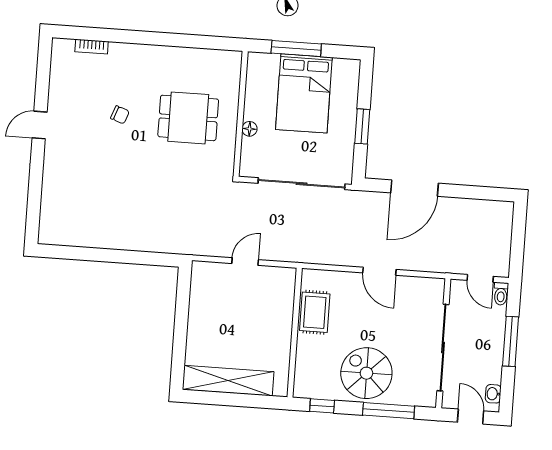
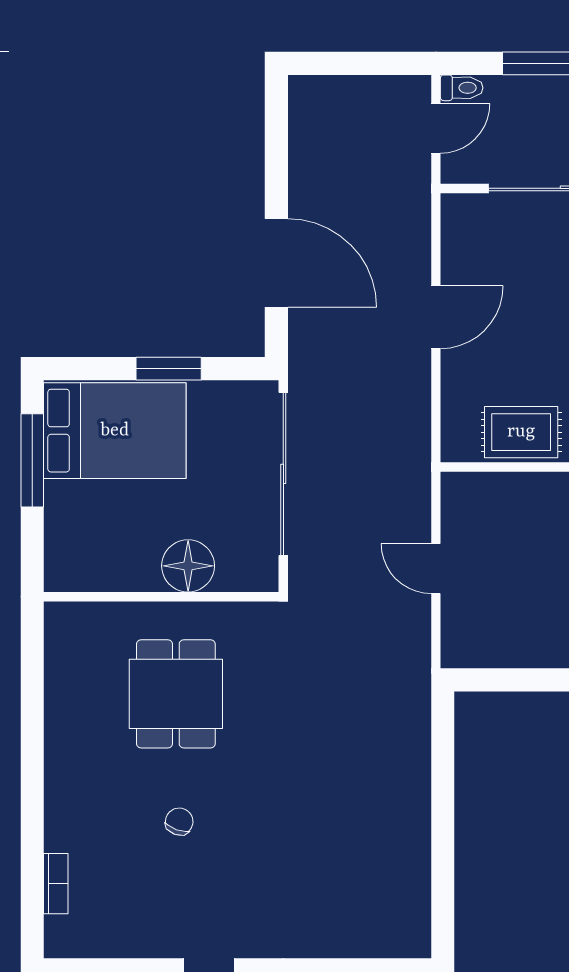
window: (296, 49) -> (32, 460), moved
bed: (304, 93) -> (115, 431), moved
floor lamp: (250, 129) -> (188, 566), width x1.89, depth x1.89

